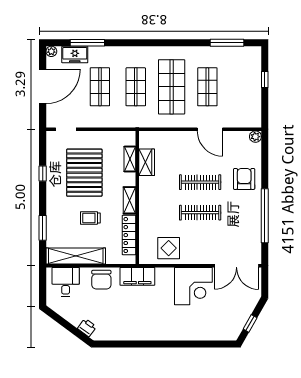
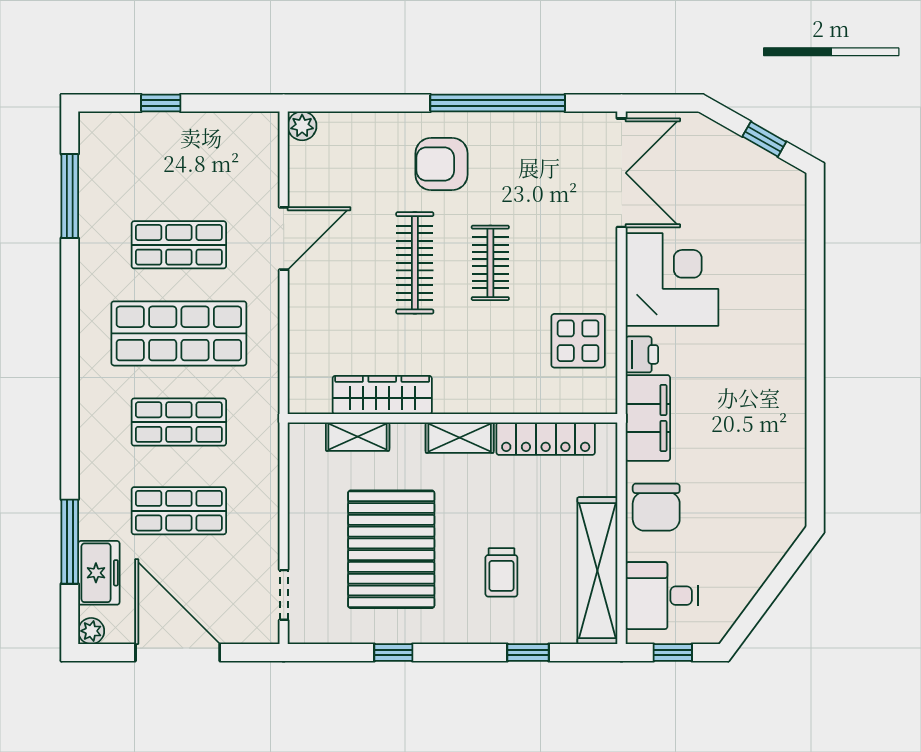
wardrobe: (147, 162) -> (382, 395), width x1.50
pallet: (84, 173) -> (391, 549), turned 90
armchair: (244, 179) -> (442, 164), moved
clothes rail: (200, 213) -> (490, 263), width x0.73
trolley: (90, 218) -> (501, 572), moved
window: (43, 228) -> (528, 652), width x0.67
chair: (101, 280) -> (656, 507), turned 90
window: (43, 286) -> (673, 652), added
printer: (87, 328) -> (642, 354), moved, turned 143

